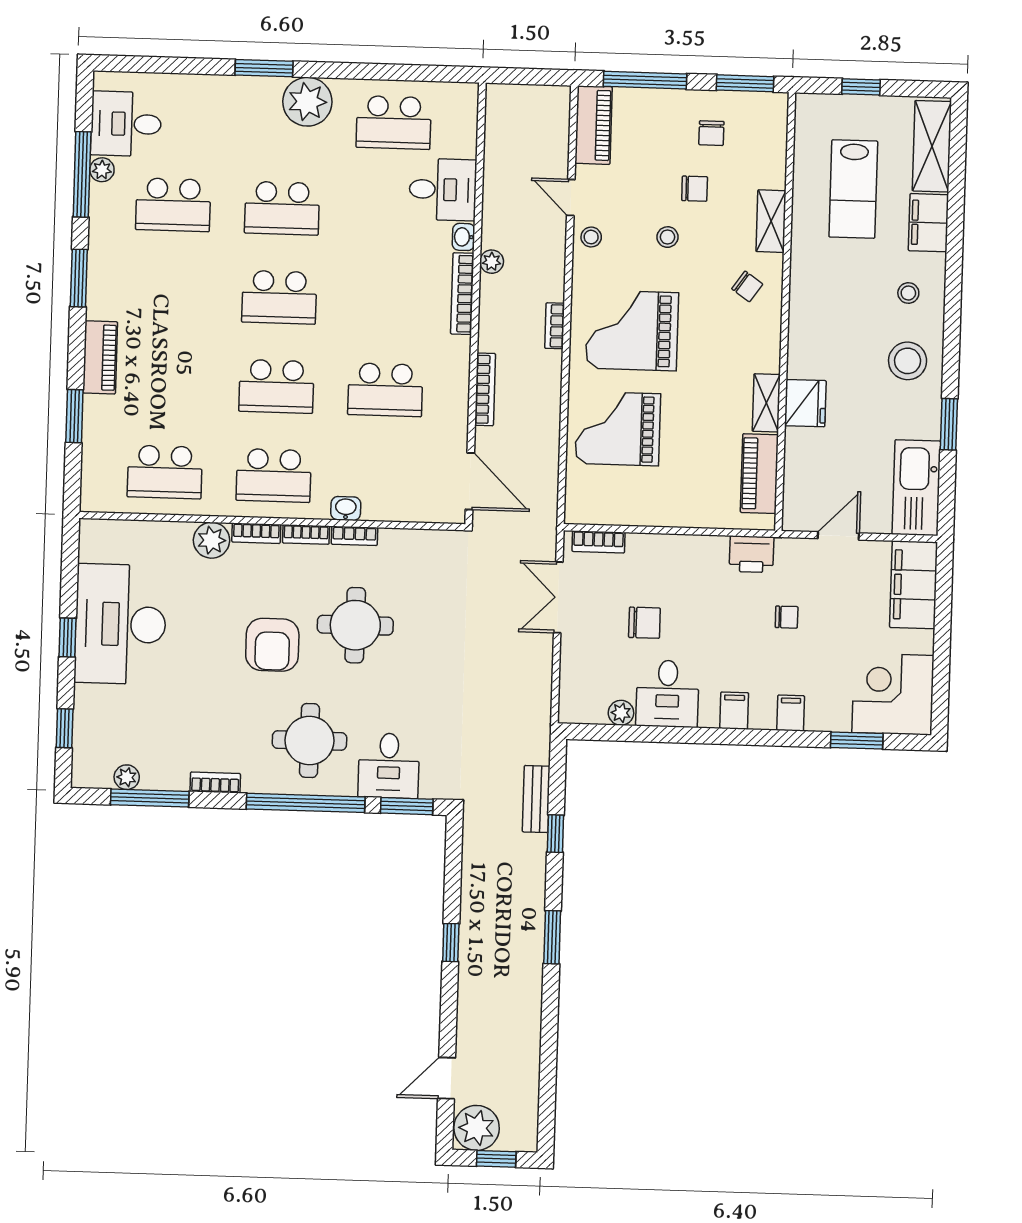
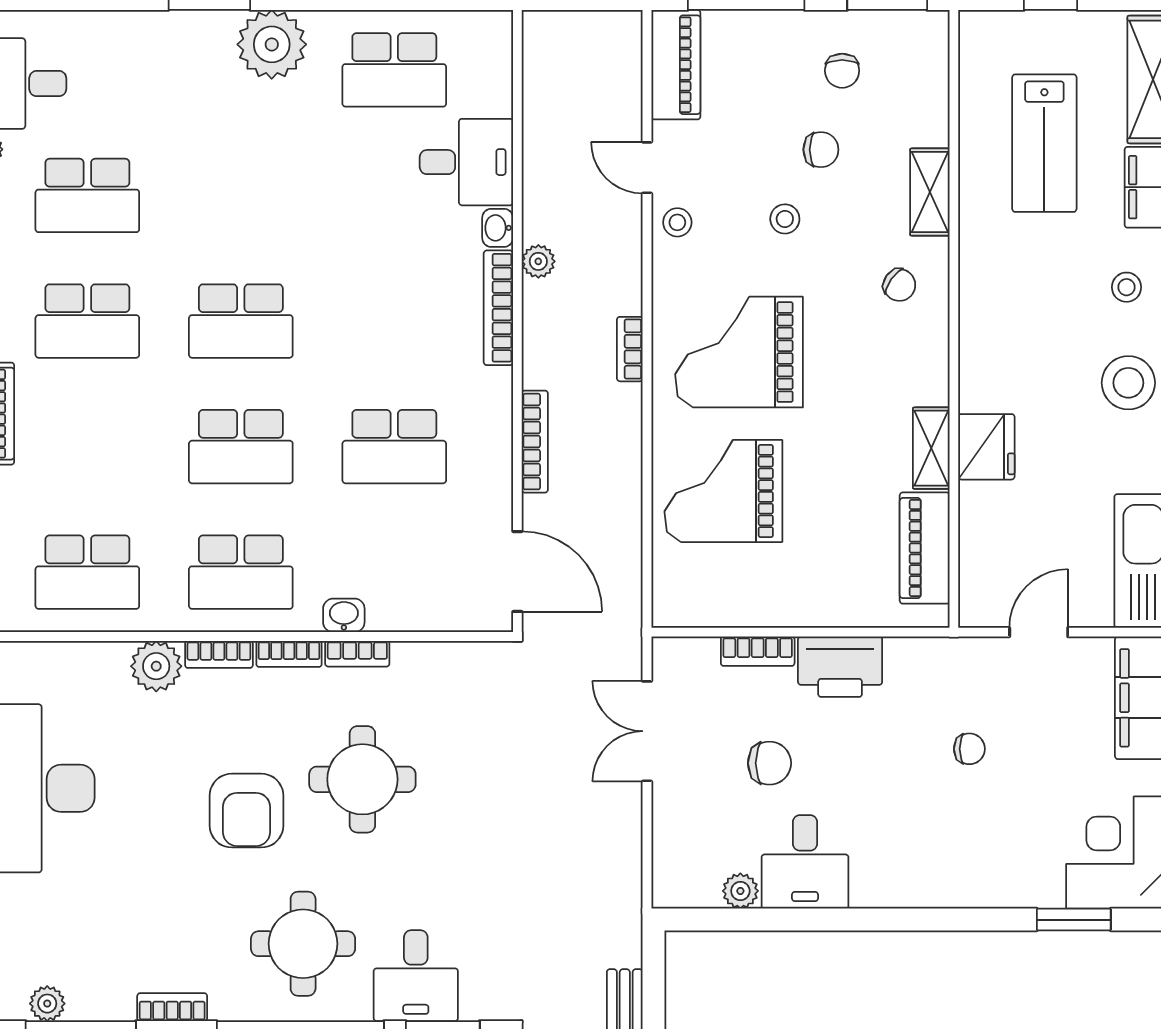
school desk: (282, 208) -> (87, 321), moved
bookcase: (598, 542) -> (758, 651), moved
printer: (752, 554) -> (840, 667), moved, width x1.37, depth x1.19
filing cabinet: (734, 711) -> (900, 883), removed
filing cabinet: (791, 713) -> (979, 884), removed

